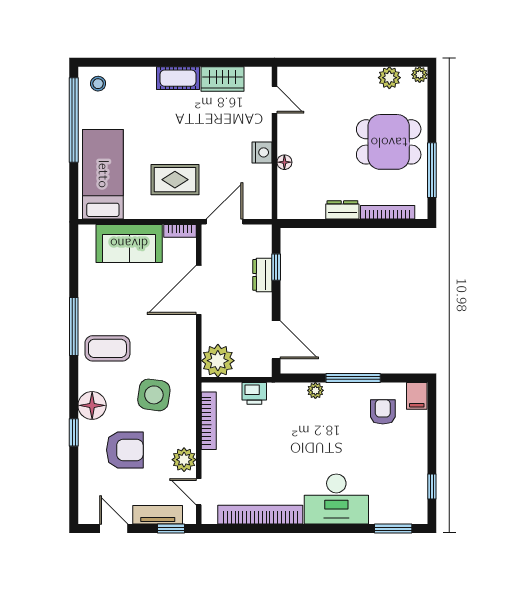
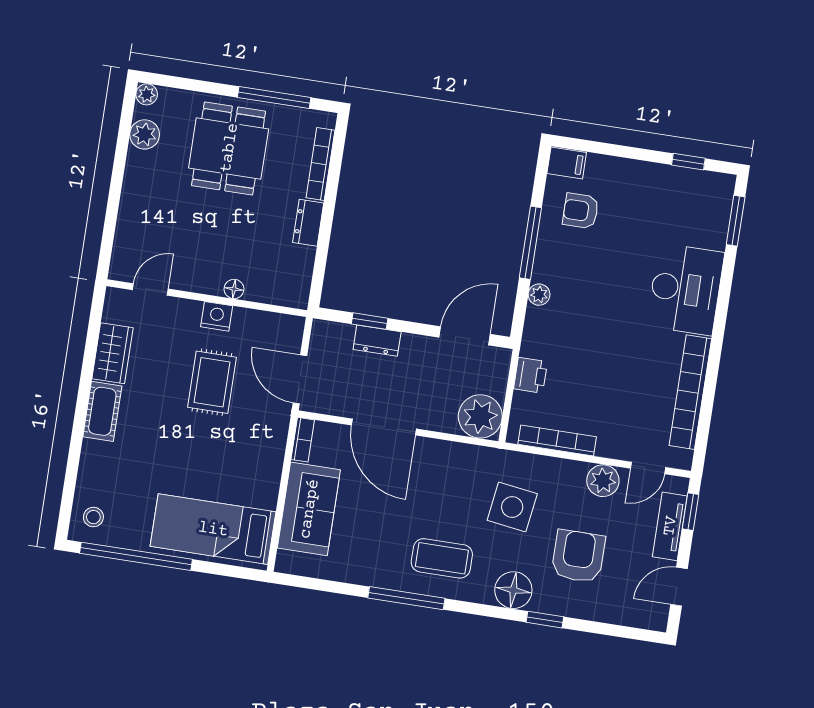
rug: (175, 180) -> (212, 382), moved
coffee table: (107, 348) -> (442, 558), turned 90

